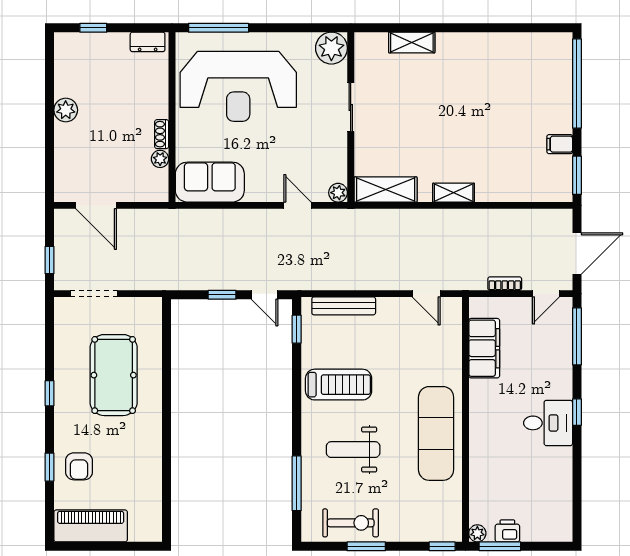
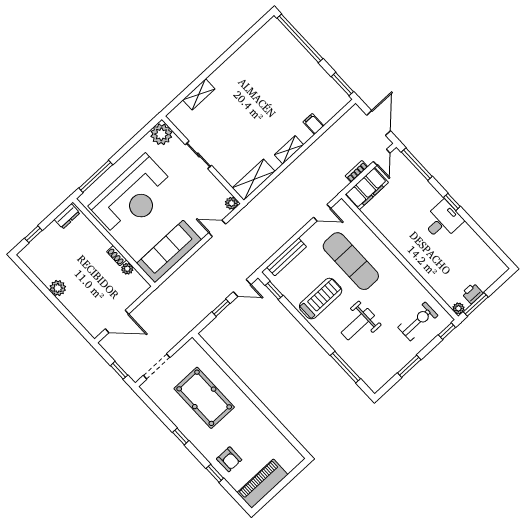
filing cabinet: (560, 144) -> (313, 124), moved, turned 90
sofa: (210, 182) -> (169, 252), width x1.36
filing cabinet: (484, 348) -> (367, 189), moved, turned 90
exercise mat: (436, 433) -> (351, 261), moved
exercise bike: (351, 523) -> (418, 321), moved

